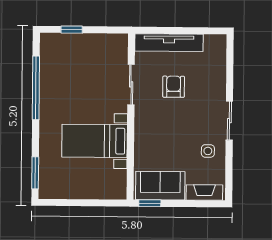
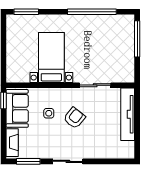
window: (72, 30) -> (137, 39), width x2.17
armchair: (174, 87) -> (74, 118), moved, turned -51
side table: (208, 151) -> (49, 113), moved
window: (229, 172) -> (28, 161), added

